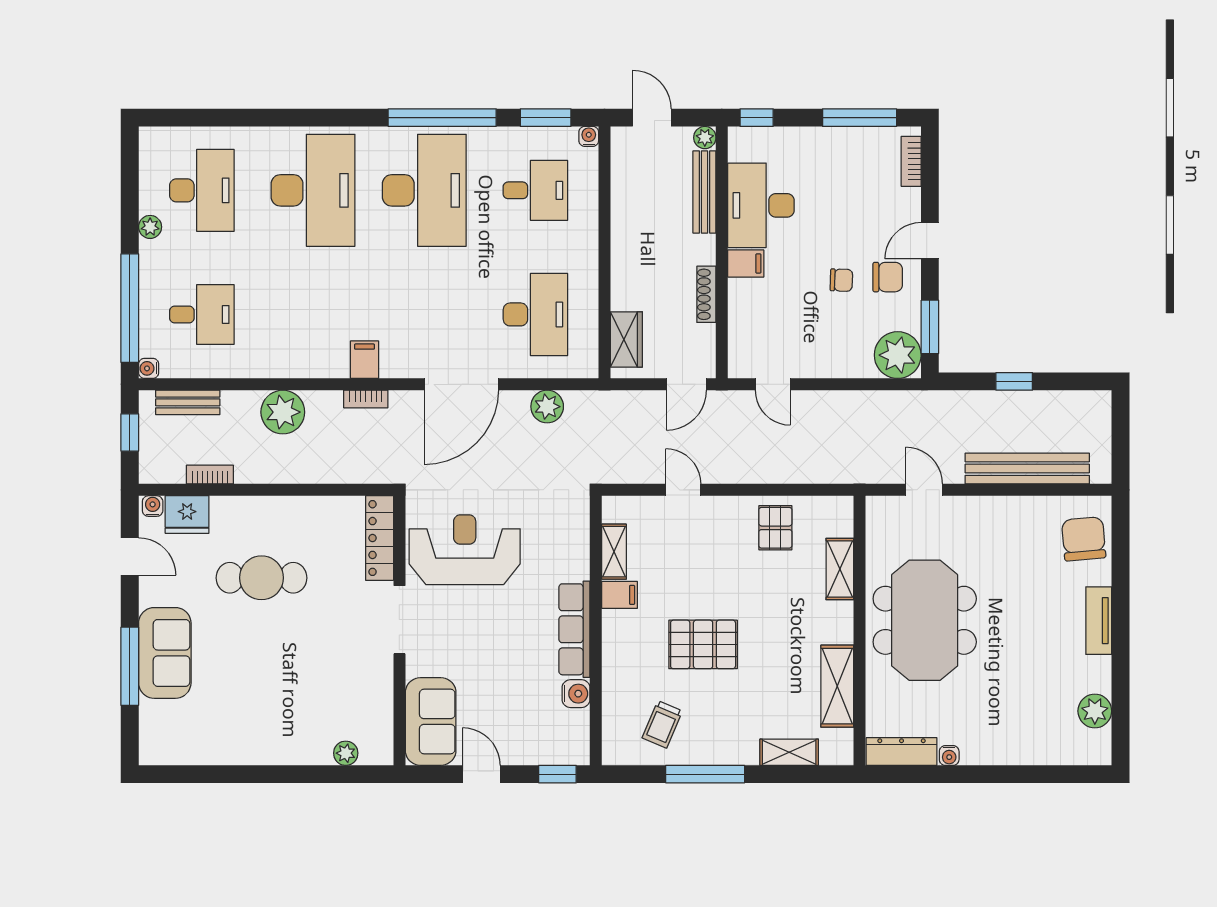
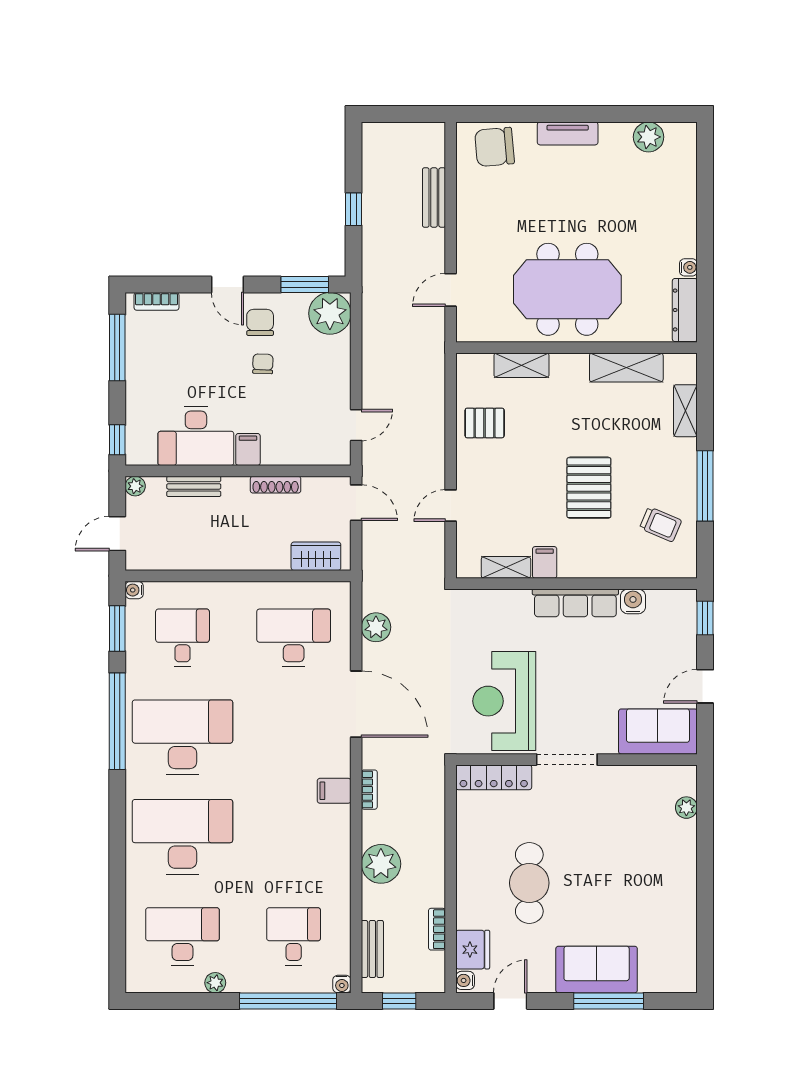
bench: (704, 192) -> (194, 486), width x0.73
bench: (1027, 469) -> (434, 198), width x0.54, depth x0.82

